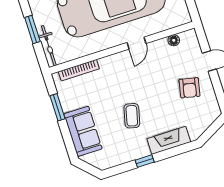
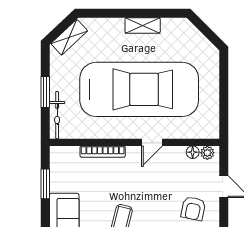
plant: (186, 37) -> (207, 153), added
bookcase: (79, 70) -> (103, 152), moved

